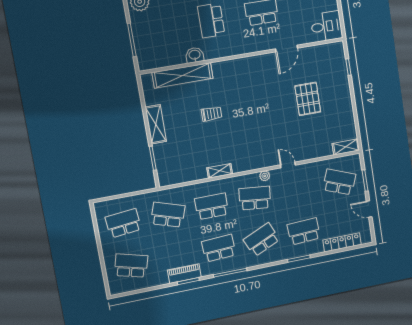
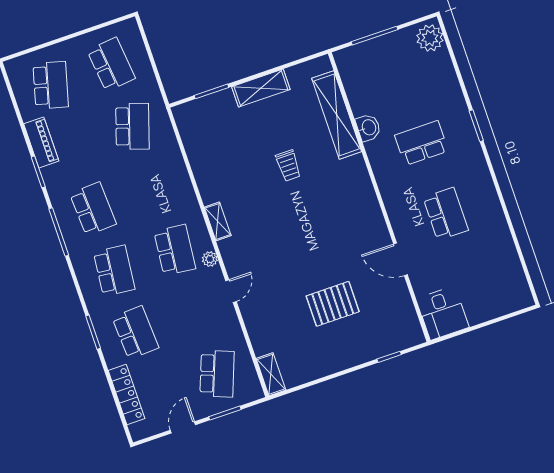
shelving: (220, 171) -> (218, 221), moved
school desk: (212, 206) -> (154, 188), removed
school desk: (262, 240) -> (114, 271), turned 30
piano: (184, 274) -> (41, 142), moved

